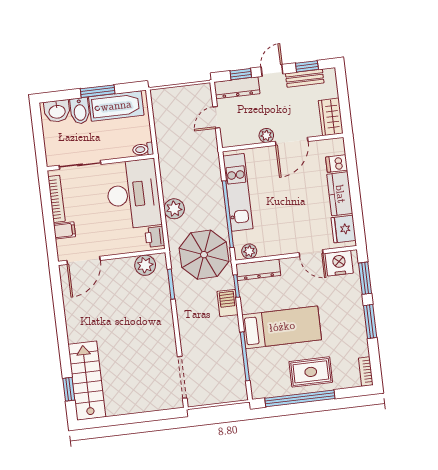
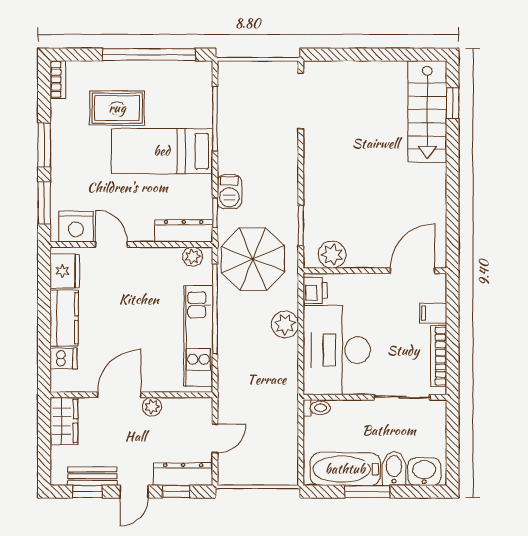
rug: (311, 372) -> (117, 108), moved

